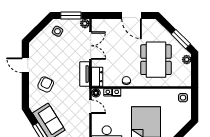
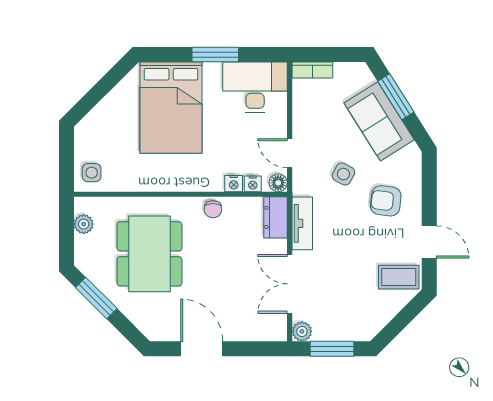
side table: (58, 31) -> (343, 174), moved
coffee table: (40, 49) -> (399, 277), added
plant: (187, 60) -> (84, 224), moved
armchair: (46, 84) -> (386, 201), turned 71

